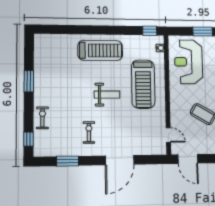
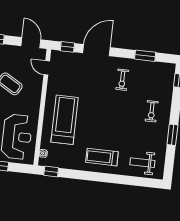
treadmill: (100, 50) -> (102, 157), width x0.73, depth x0.73
weight bench: (107, 95) -> (142, 163), moved
exercise bike: (42, 118) -> (152, 111), moved
window: (150, 160) -> (67, 47), added

